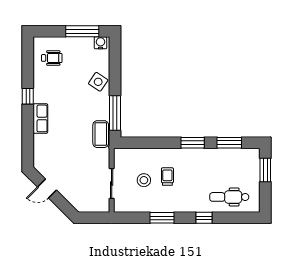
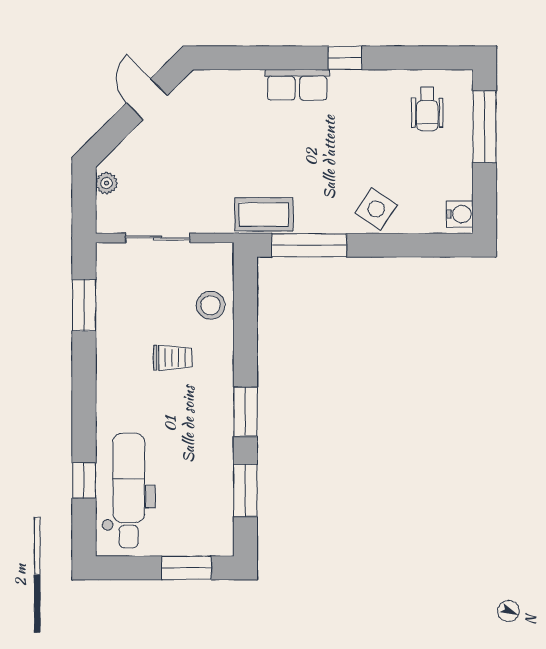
window: (82, 31) -> (485, 127), moved
stool: (144, 180) -> (210, 305), moved
dental chair: (229, 197) -> (129, 491), width x1.36, depth x1.38
plant: (86, 207) -> (107, 183), added
window: (162, 218) -> (84, 305), moved
window: (204, 218) -> (84, 480), moved

